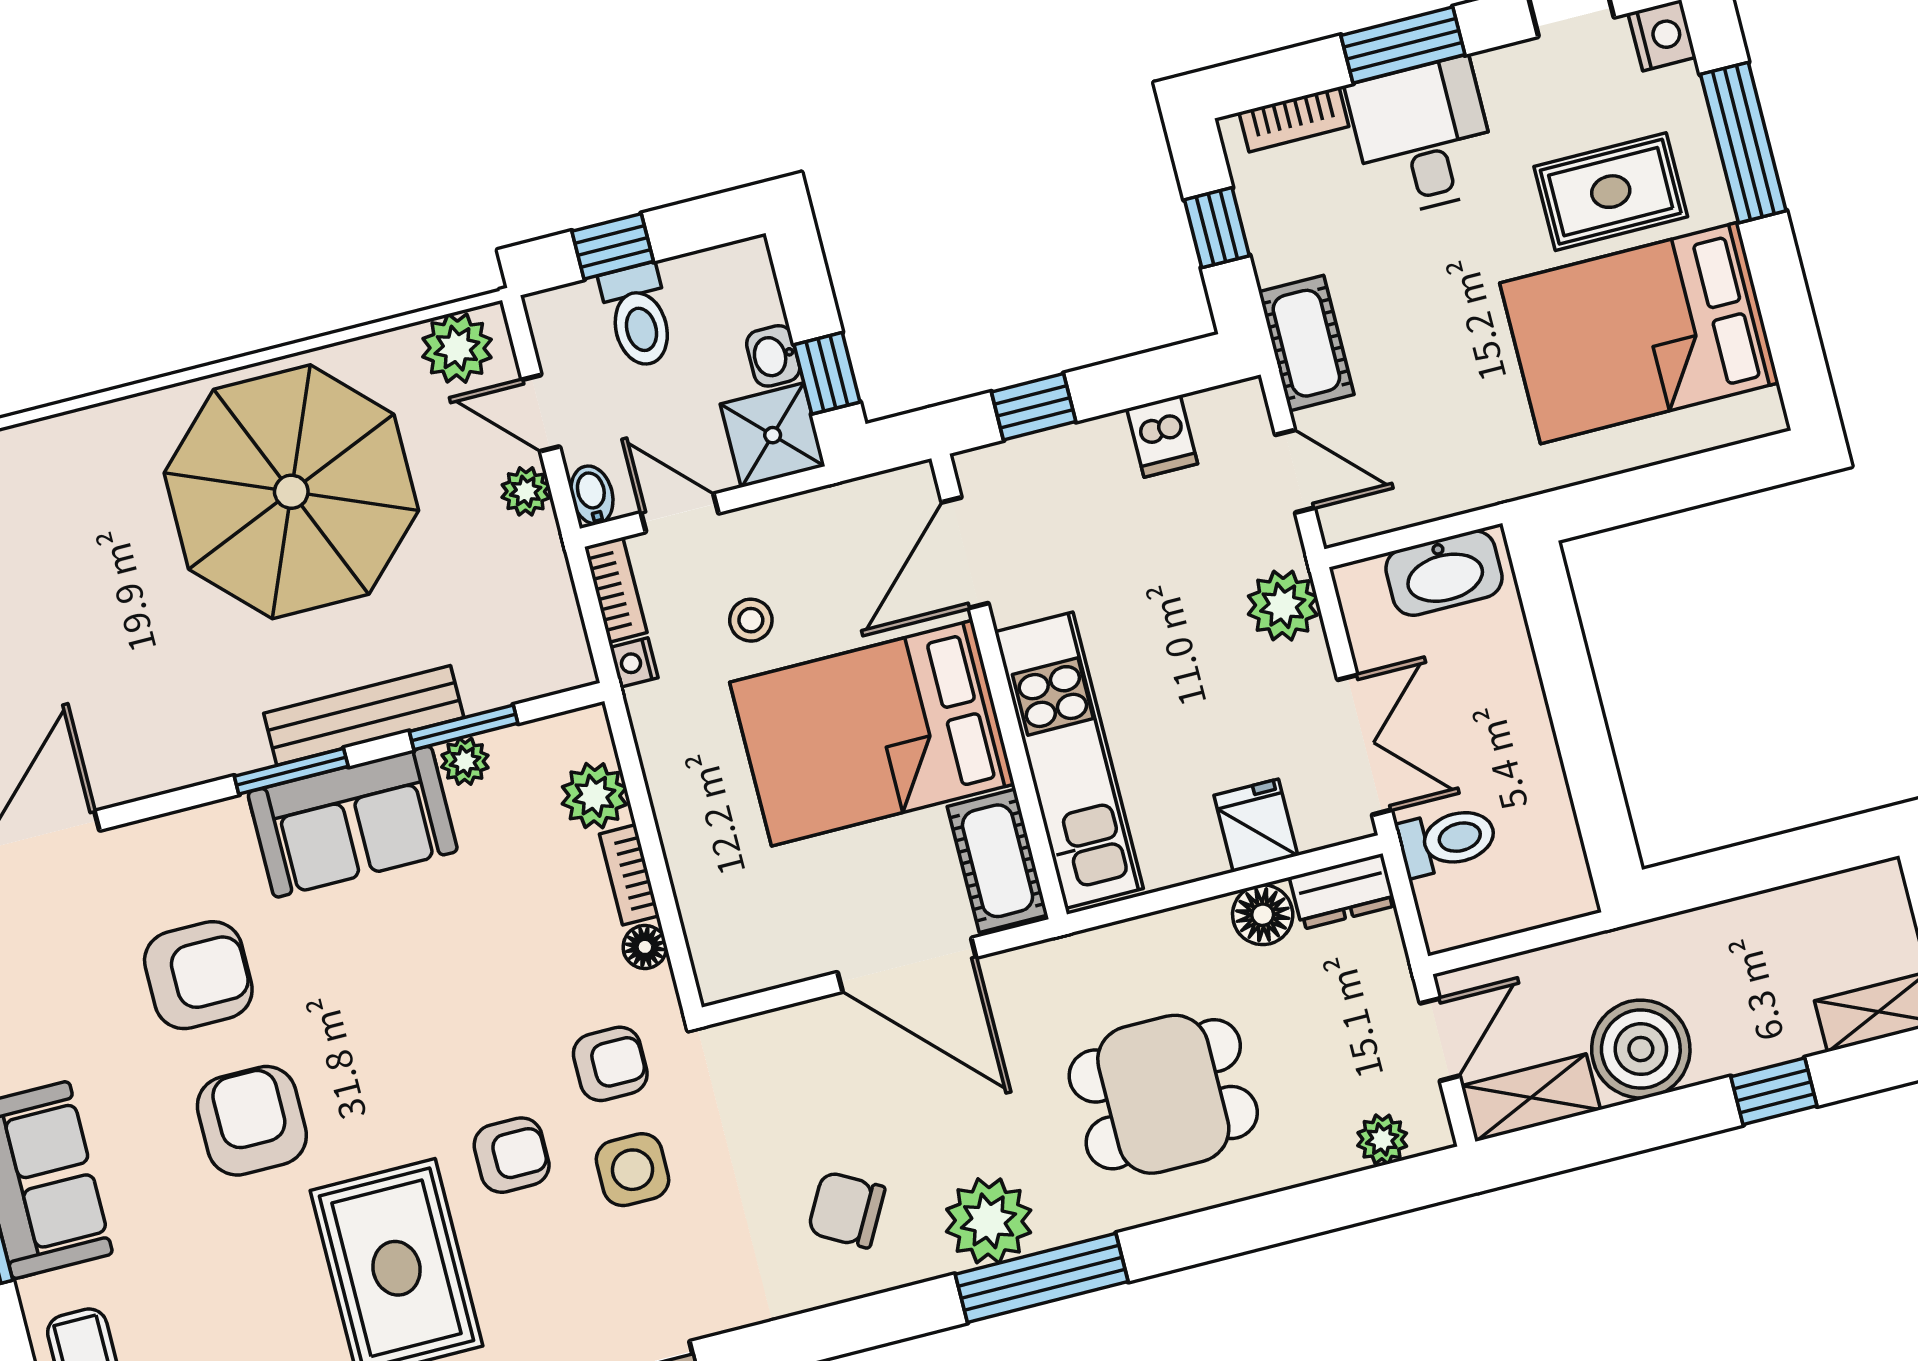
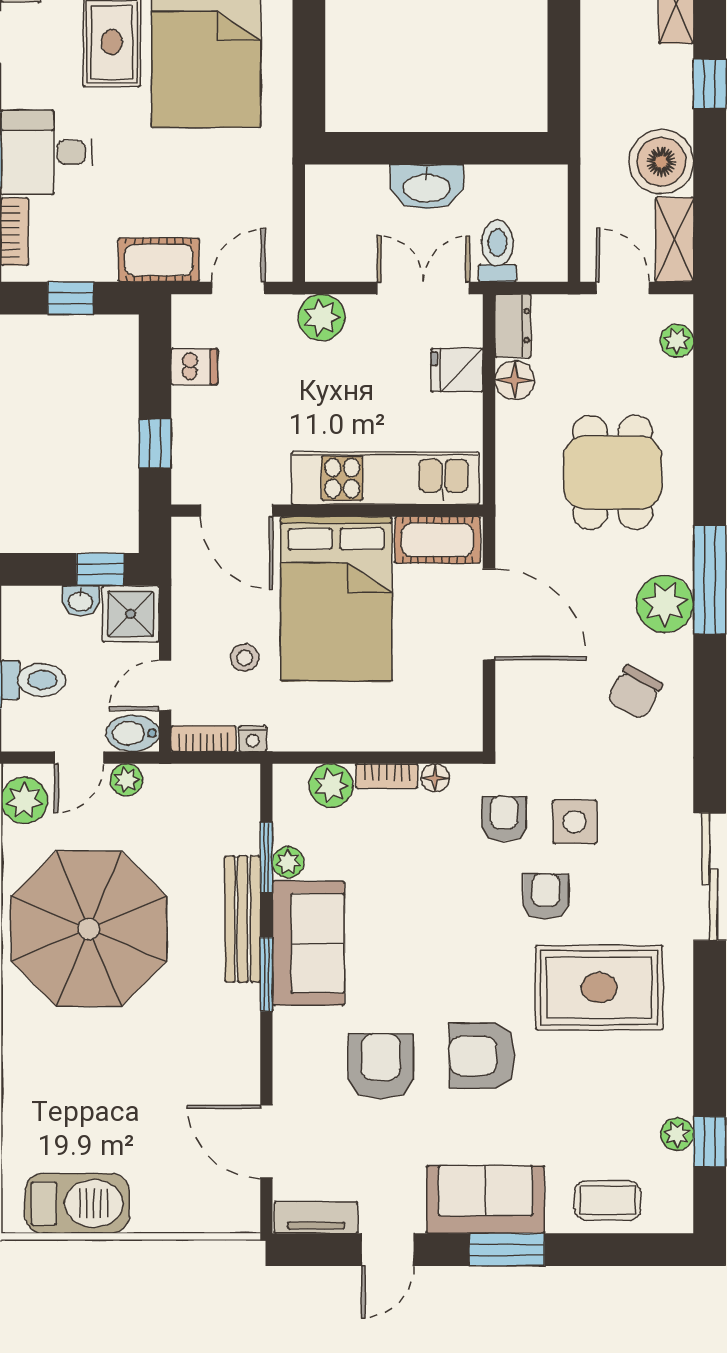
bidet: (592, 495) -> (133, 733), width x1.38, depth x1.36
washbasin: (1444, 573) -> (427, 187), moved, turned 90
door: (907, 965) -> (489, 614), hinge flipped

